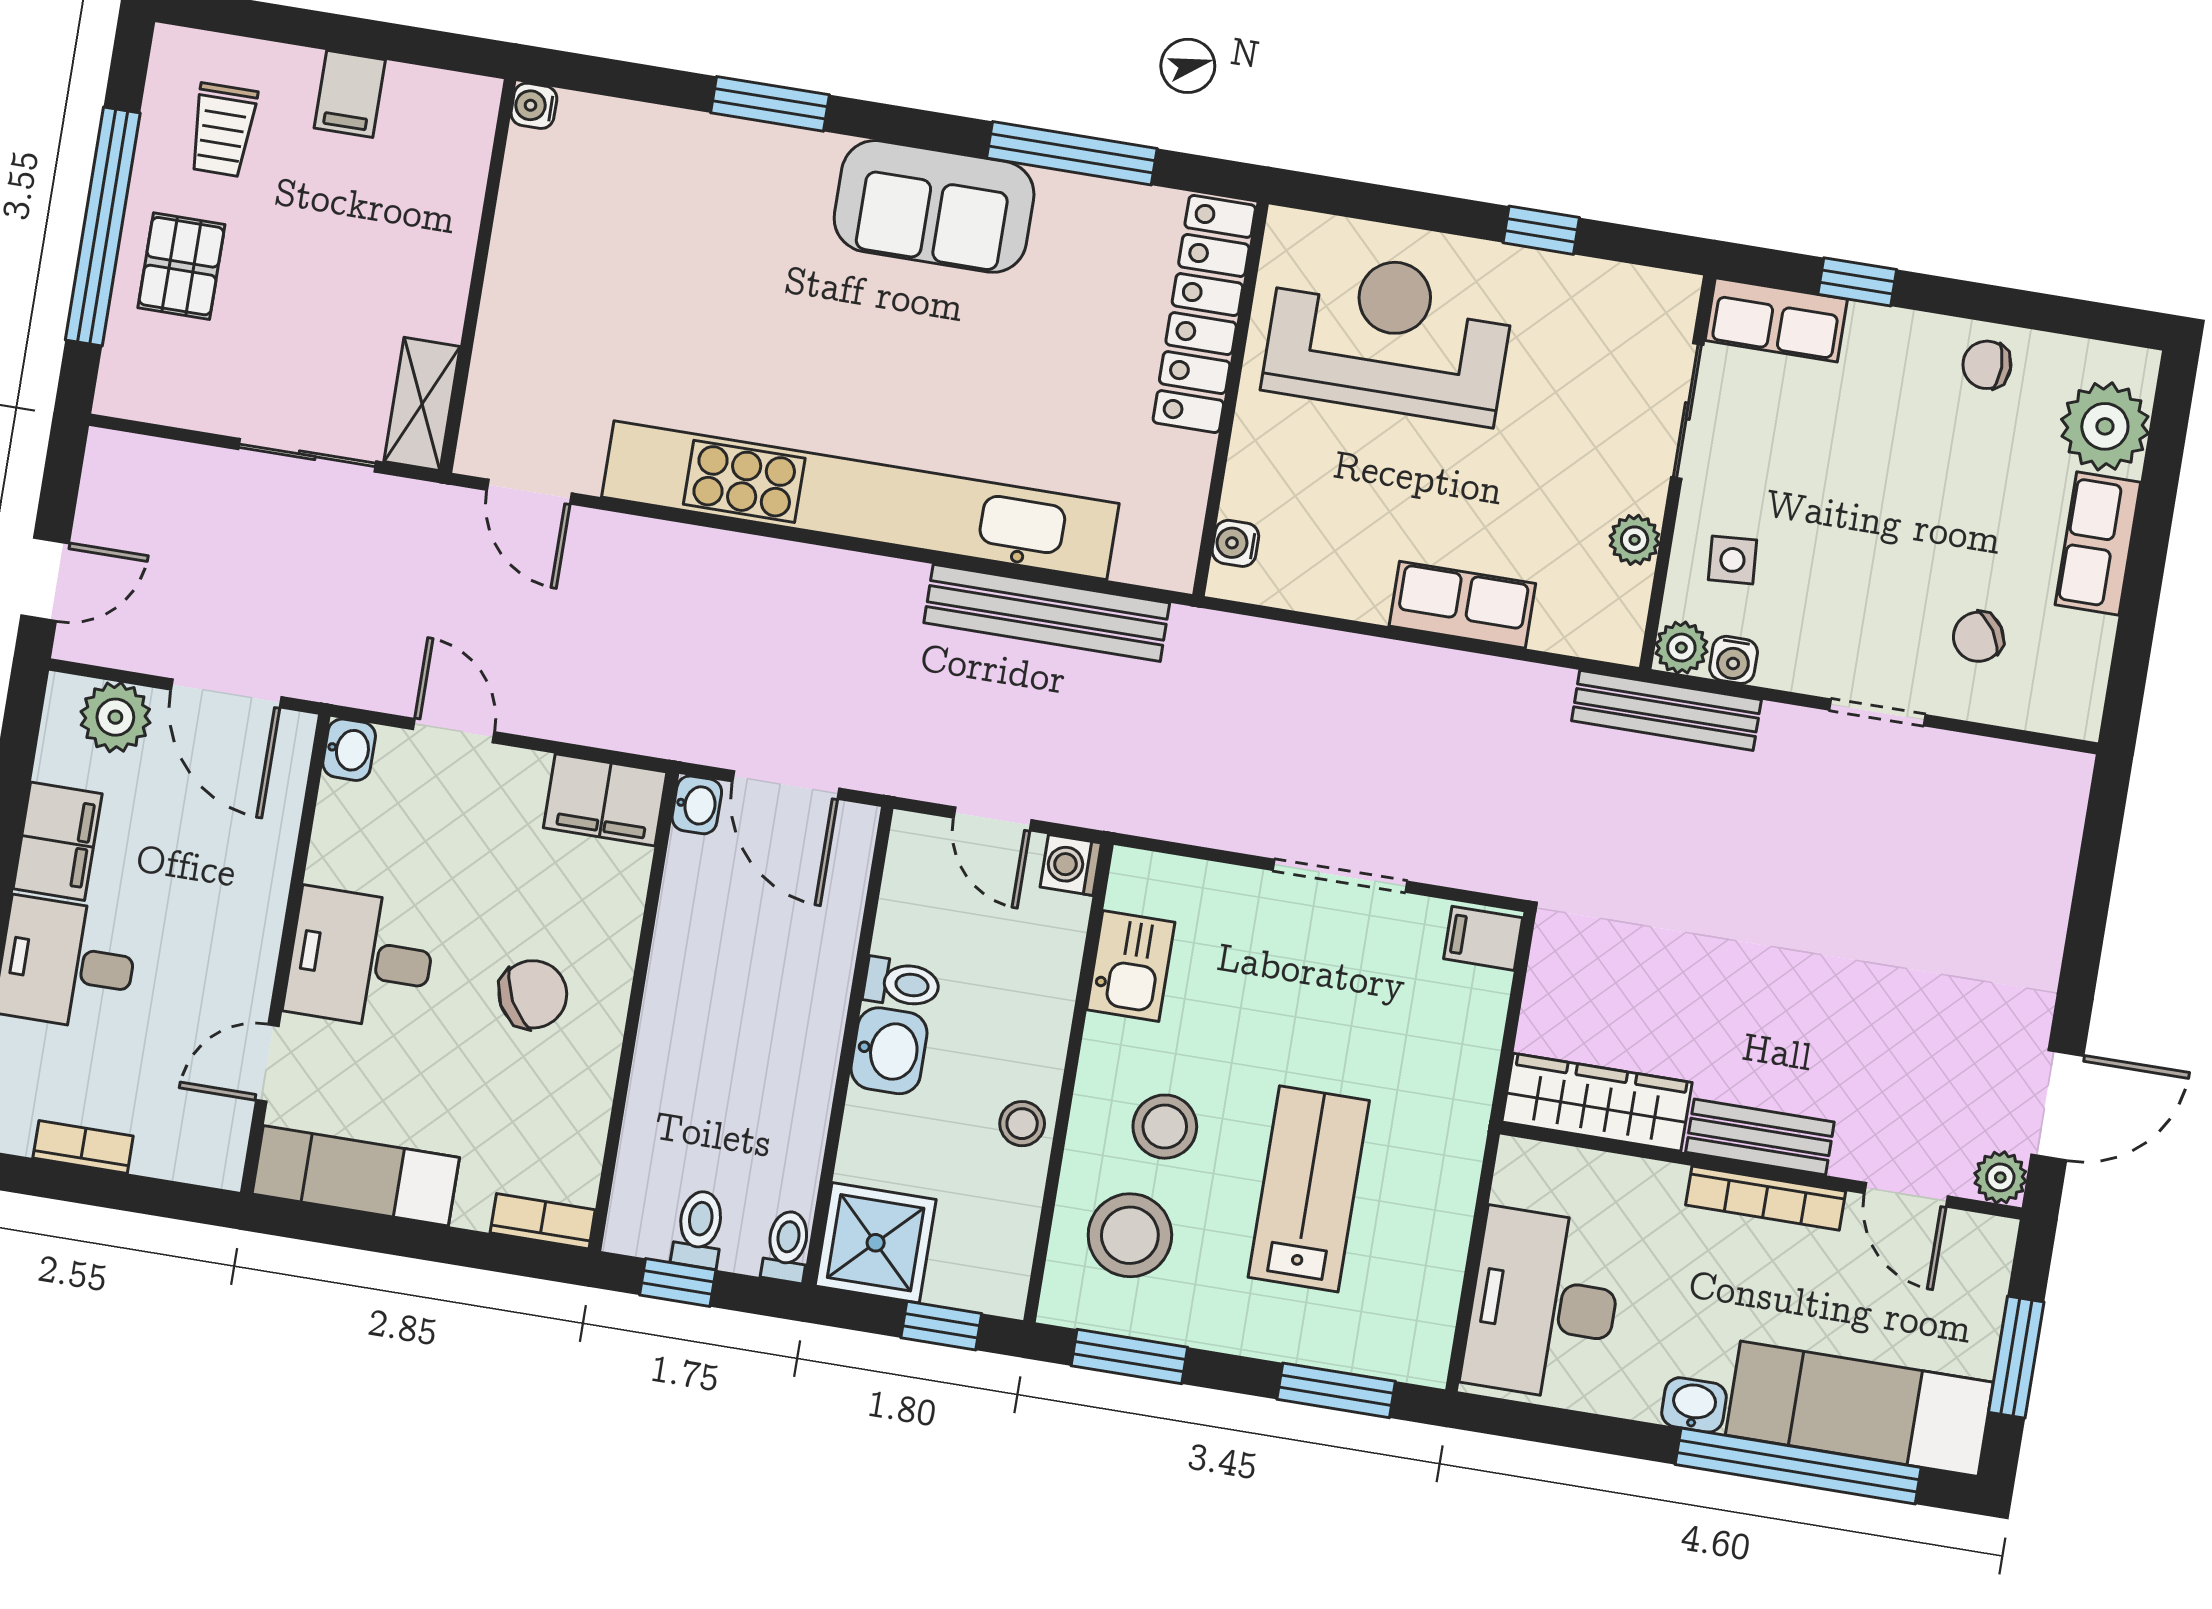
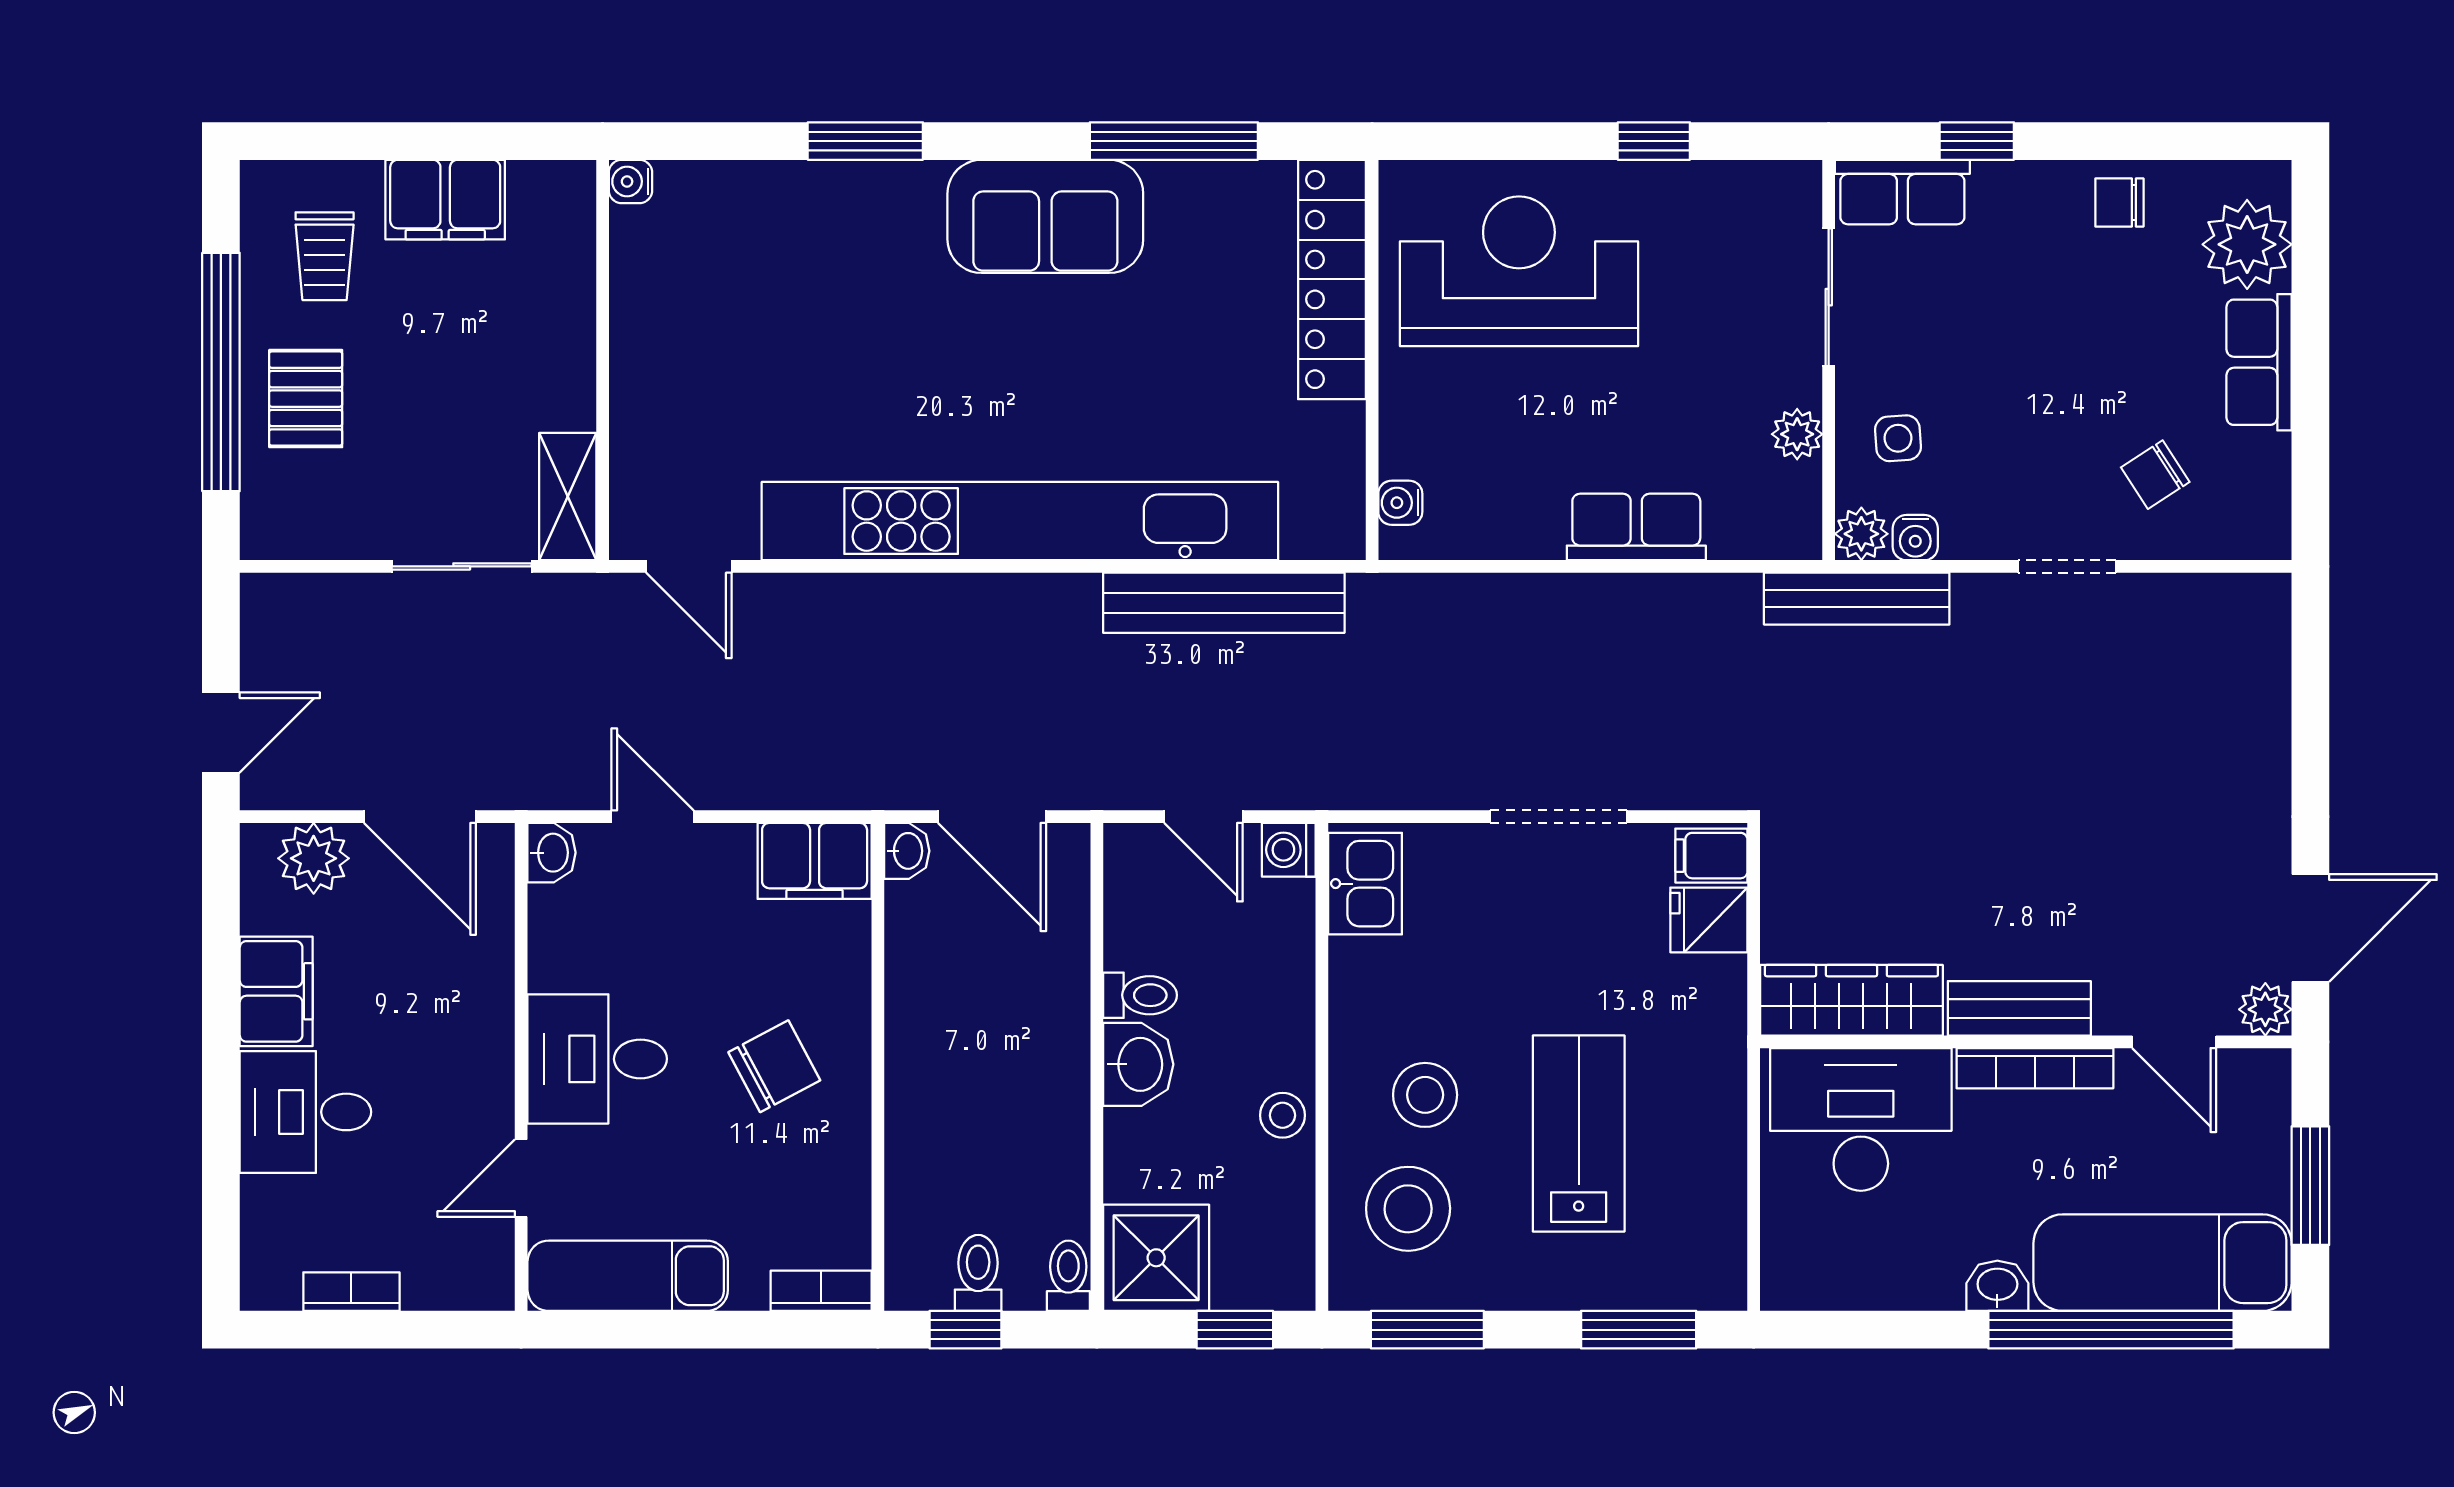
filing cabinet: (350, 94) -> (445, 200), width x2.00
kitchen sink: (1131, 966) -> (1365, 884), moved
fridge: (1470, 1001) -> (1709, 920), added
desk: (1544, 1305) -> (1861, 1119), moved, turned 90

